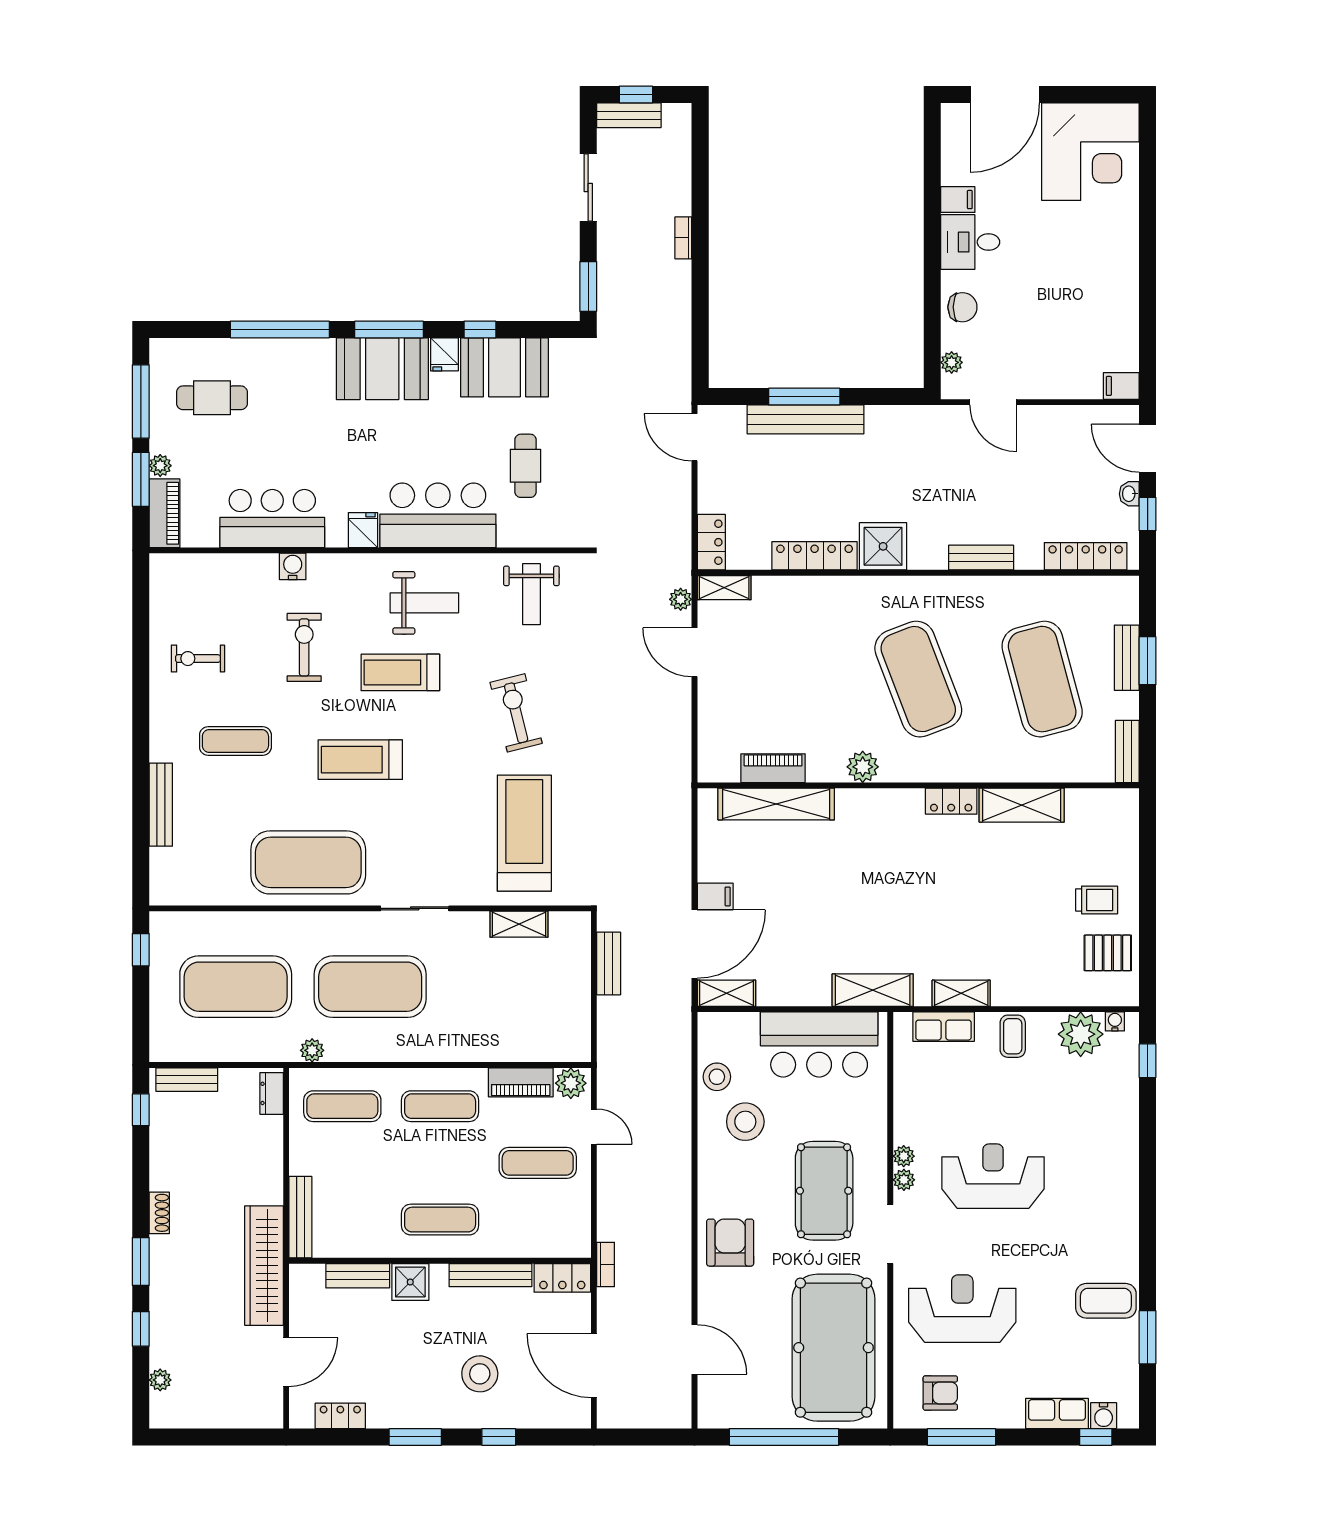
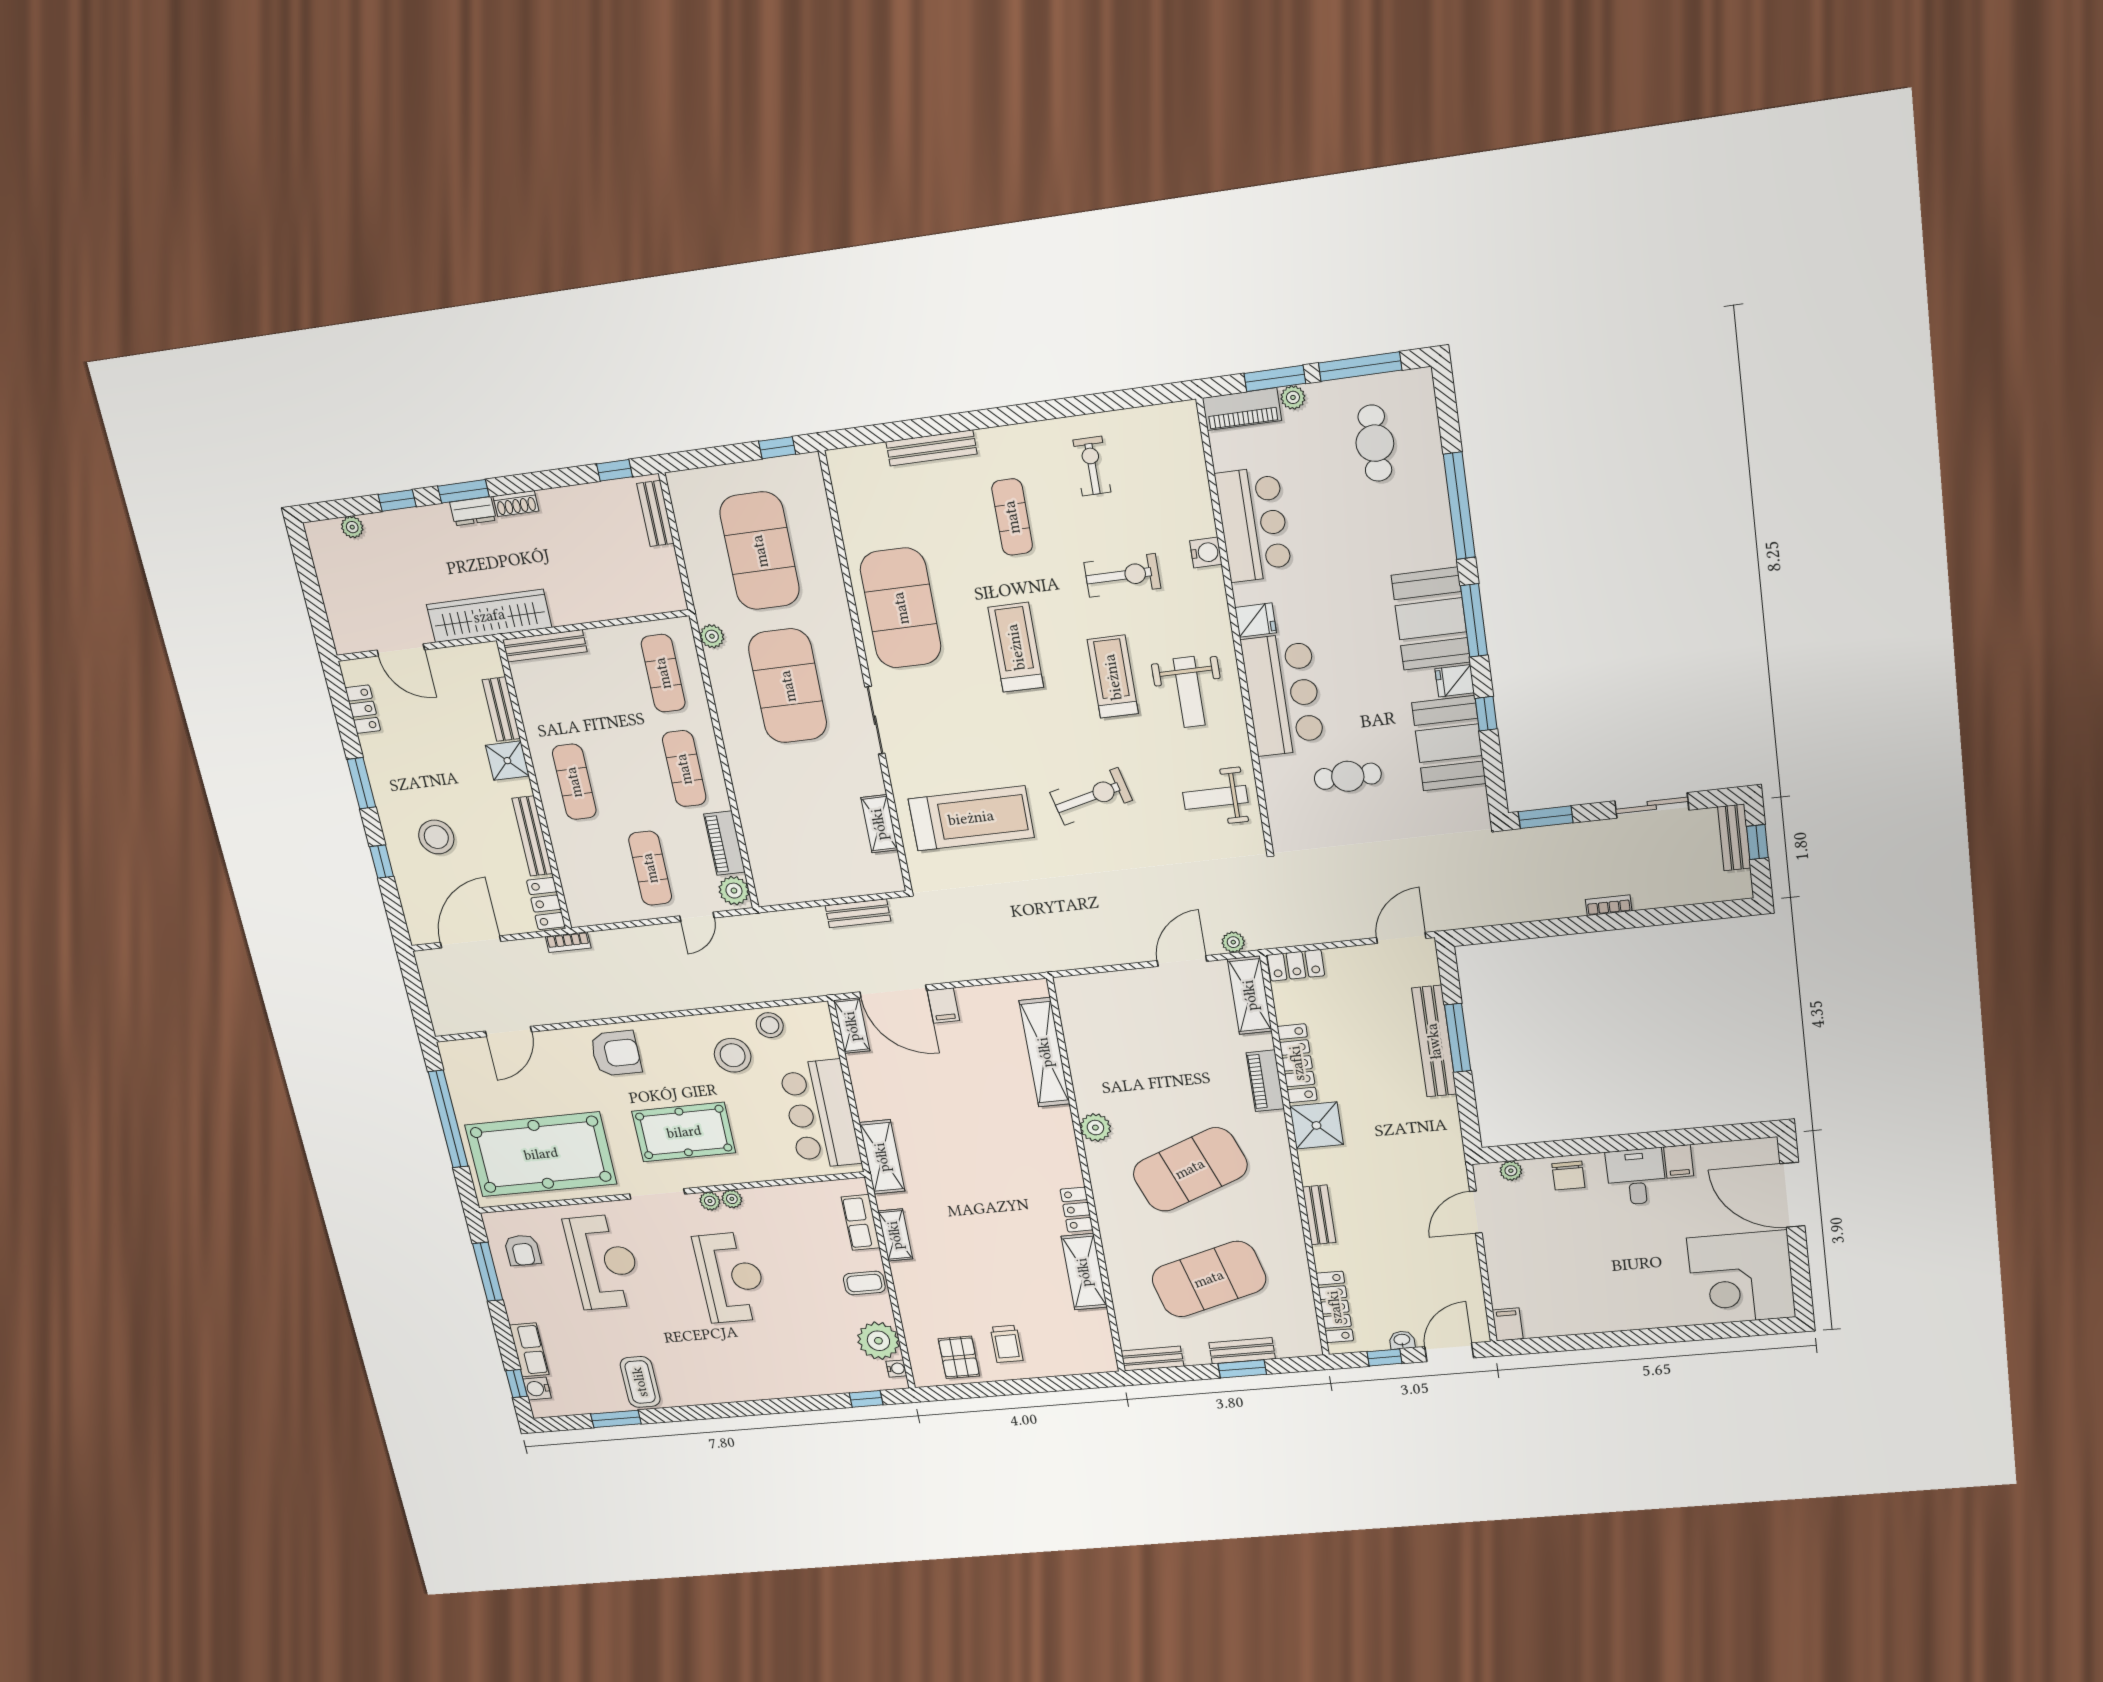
shelving: (724, 588) -> (1250, 995), width x1.50, depth x1.33
piano: (773, 768) -> (1265, 1081), moved, turned 180
dresser: (272, 1093) -> (473, 511), moved, turned 180

